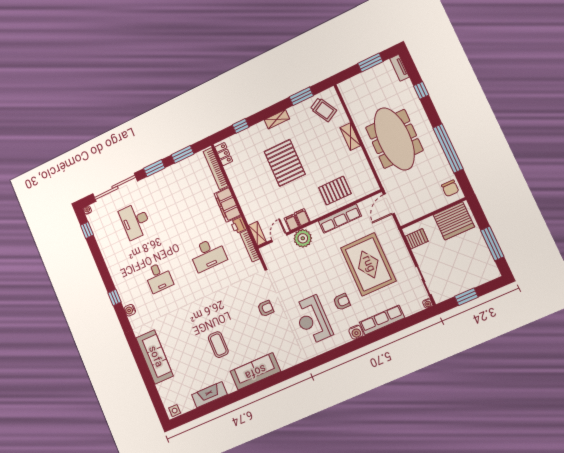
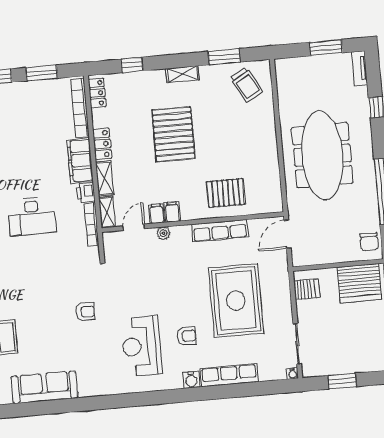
shelving: (350, 137) -> (105, 178), moved
locker: (238, 188) -> (102, 144), added
plant: (303, 238) -> (163, 233), width x0.53, depth x0.53

